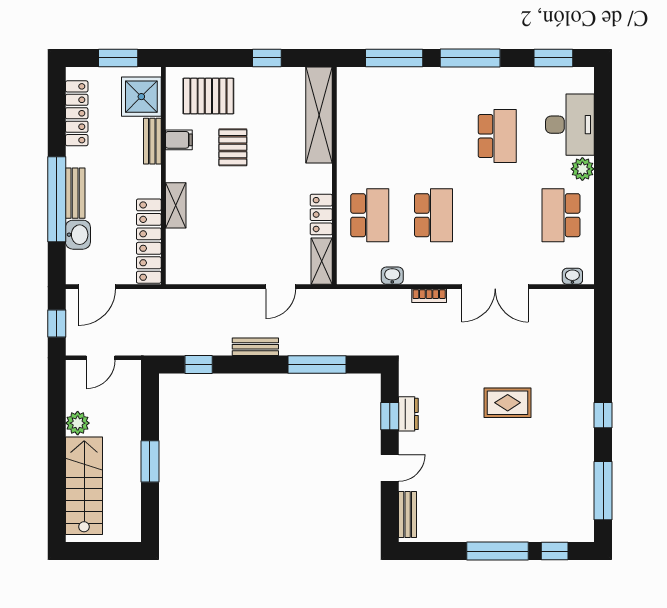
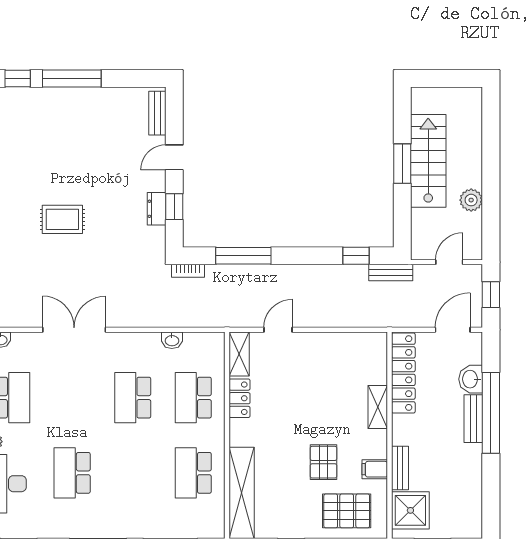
locker: (77, 113) -> (472, 495), removed
school desk: (370, 136) -> (193, 473), added
bookcase: (429, 296) -> (188, 271), moved, turned 180
bench: (255, 347) -> (391, 273), moved
stairs: (84, 486) -> (428, 161), moved, turned 180

